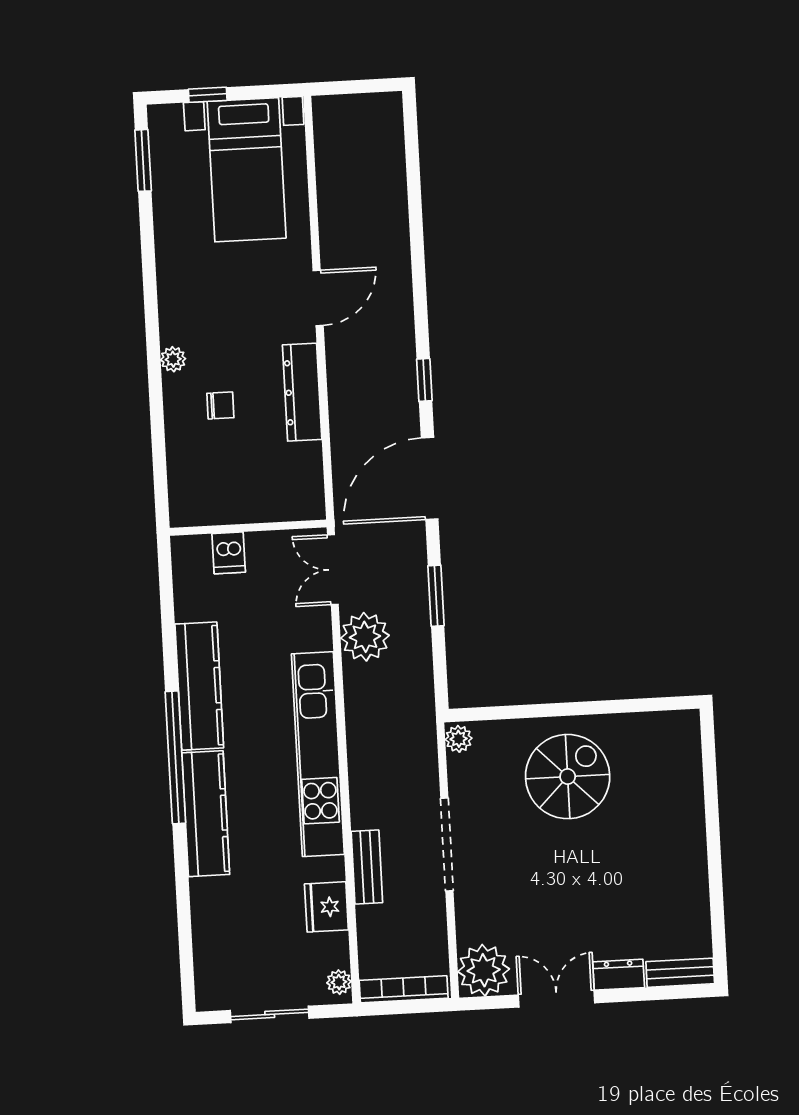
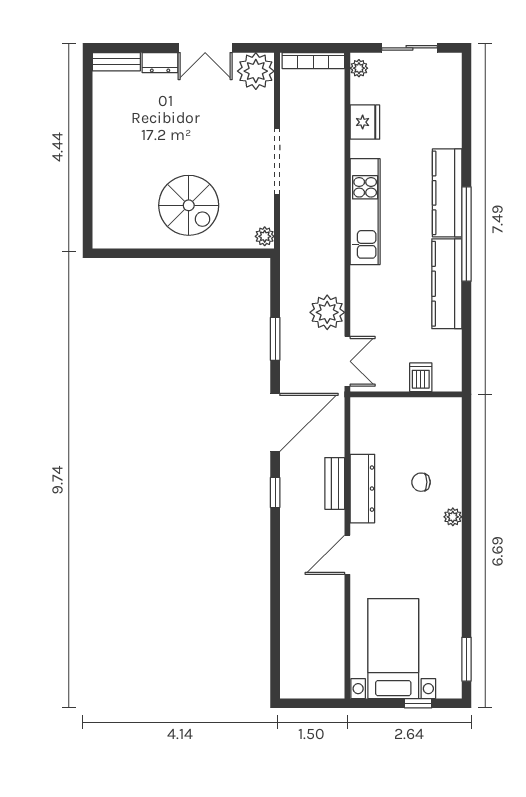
kitchen unit: (318, 754) -> (365, 212), width x0.73
spiral stairs: (568, 777) -> (189, 205), turned -90
bench: (367, 867) -> (335, 483), moved

